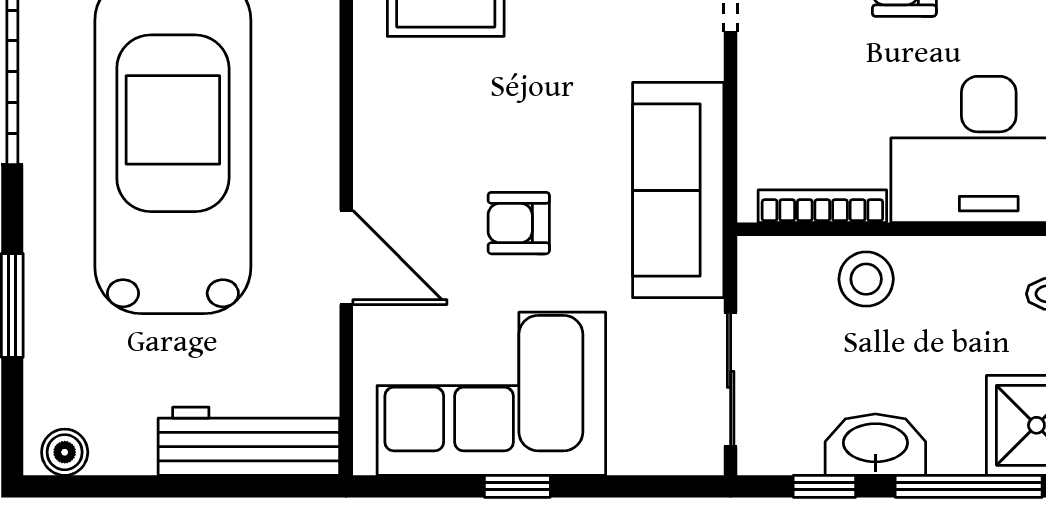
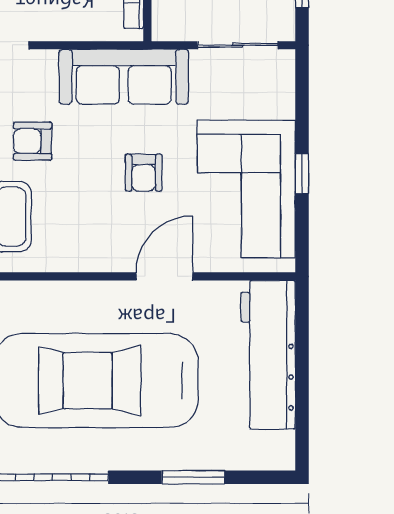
armchair: (571, 38) -> (33, 141), added
workbench: (249, 441) -> (268, 355), width x1.36, depth x1.32
boiler: (65, 452) -> (281, 446), removed

